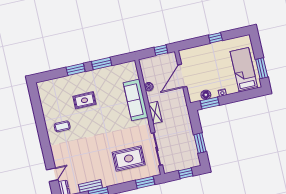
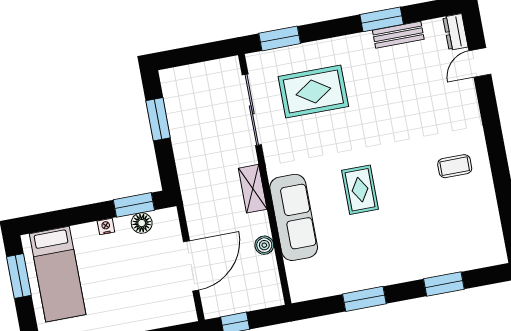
window: (76, 69) -> (444, 284), moved
rug: (84, 100) -> (360, 190), moved, turned 90
window: (186, 173) -> (191, 55), removed

